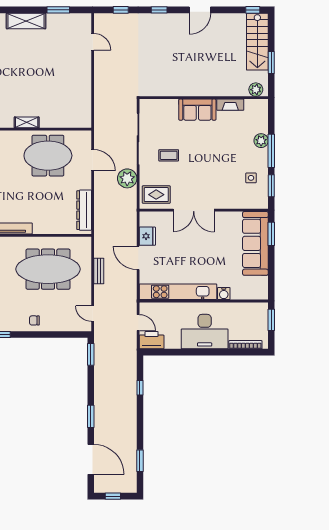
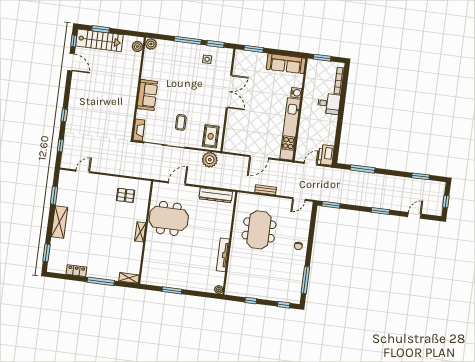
door: (200, 10) -> (71, 62), moved
window: (271, 63) -> (101, 29), moved
pallet: (70, 99) -> (126, 195), added
fireplace: (230, 105) -> (139, 130), moved
plant: (261, 141) -> (151, 44), moved
meeting table: (48, 156) -> (169, 218), turned 90
plant: (127, 178) -> (210, 160), moved
double door: (194, 210) -> (229, 91), moved
fridge: (147, 236) -> (243, 148), removed
sofa: (255, 243) -> (286, 64), moved, width x0.74, depth x0.79
meeting table: (48, 269) -> (259, 230), width x0.73
desk: (205, 332) -> (329, 104), width x0.53, depth x0.77
window: (140, 388) -> (363, 169), width x2.17
door: (91, 459) -> (414, 215), width x0.53

